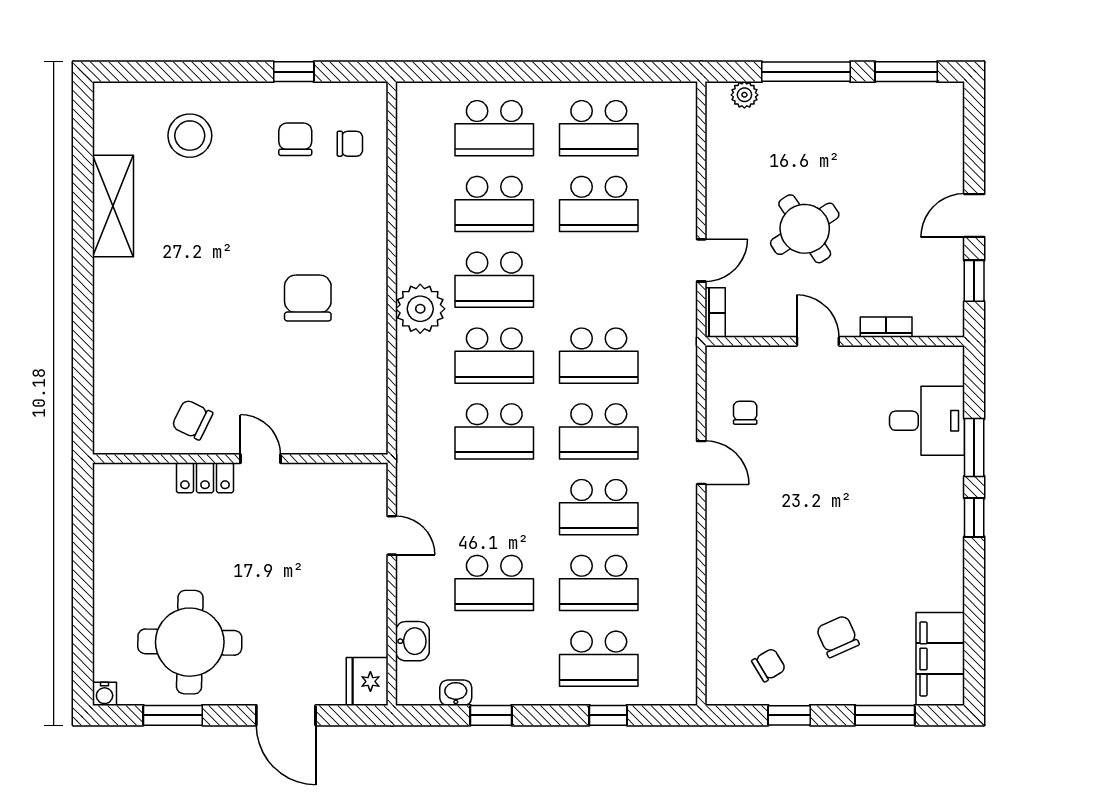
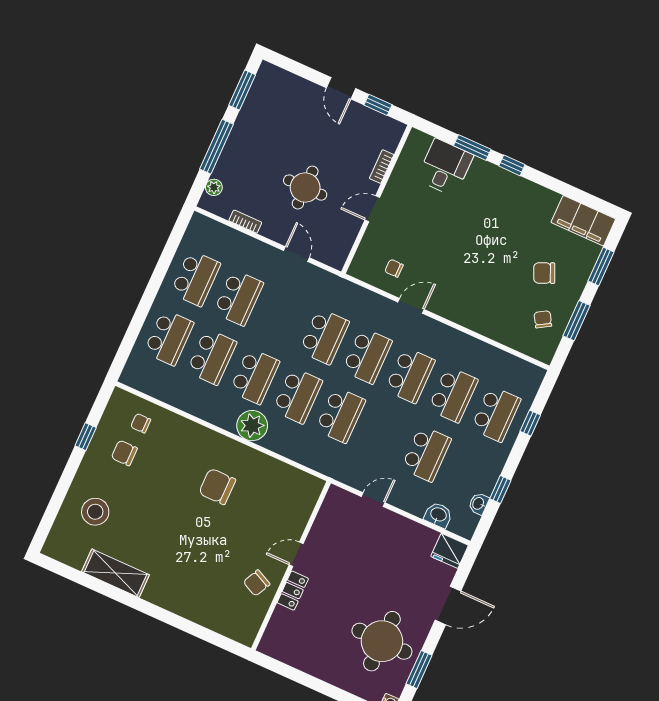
chair: (350, 144) -> (141, 423), turned -90
round table: (805, 229) -> (305, 188), turned 33
bookcase: (715, 313) -> (245, 222), moved
window: (789, 715) -> (577, 321), width x1.50

